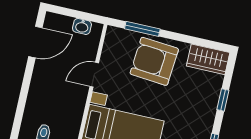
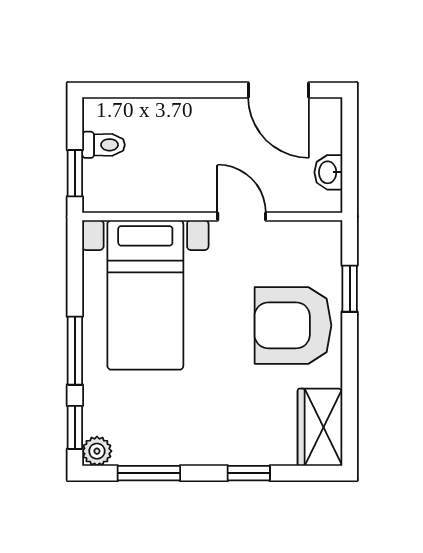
window: (142, 29) -> (350, 289), width x0.67
armchair: (154, 61) -> (293, 325), turned -95

